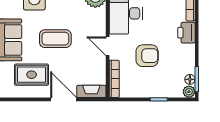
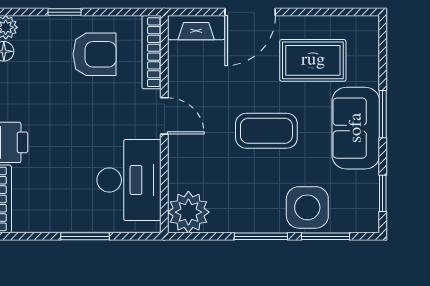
armchair: (147, 56) -> (95, 54), moved, turned 180
door: (64, 99) -> (250, 12), hinge flipped

